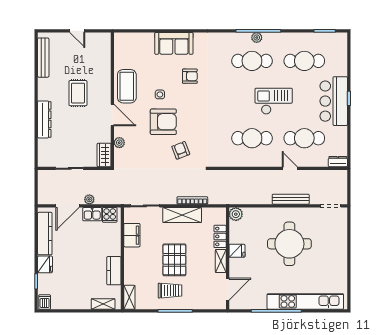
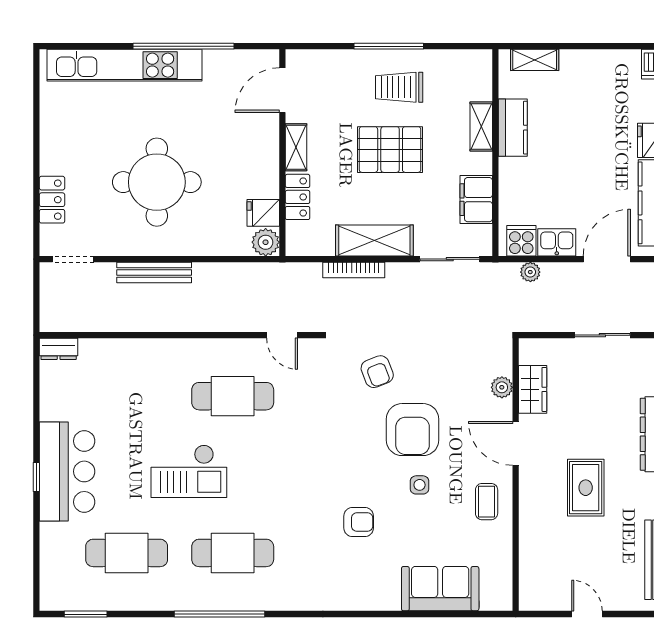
plant: (257, 38) -> (223, 600), removed
sofa: (174, 43) -> (440, 589), moved
armchair: (190, 76) -> (359, 522), turned 180
coffee table: (127, 86) -> (487, 502), width x0.54, depth x0.58
armchair: (163, 122) -> (413, 430), turned -90
cafe table: (304, 138) -> (127, 396), removed
wardrobe: (104, 155) -> (533, 389), moved
door: (290, 168) -> (282, 335), moved
plant: (89, 199) -> (530, 272), moved
locker: (341, 235) -> (52, 200), added
fridge: (237, 251) -> (263, 213), moved
pallet: (174, 260) -> (390, 150), turned 90
shelving: (129, 297) -> (481, 126), moved

